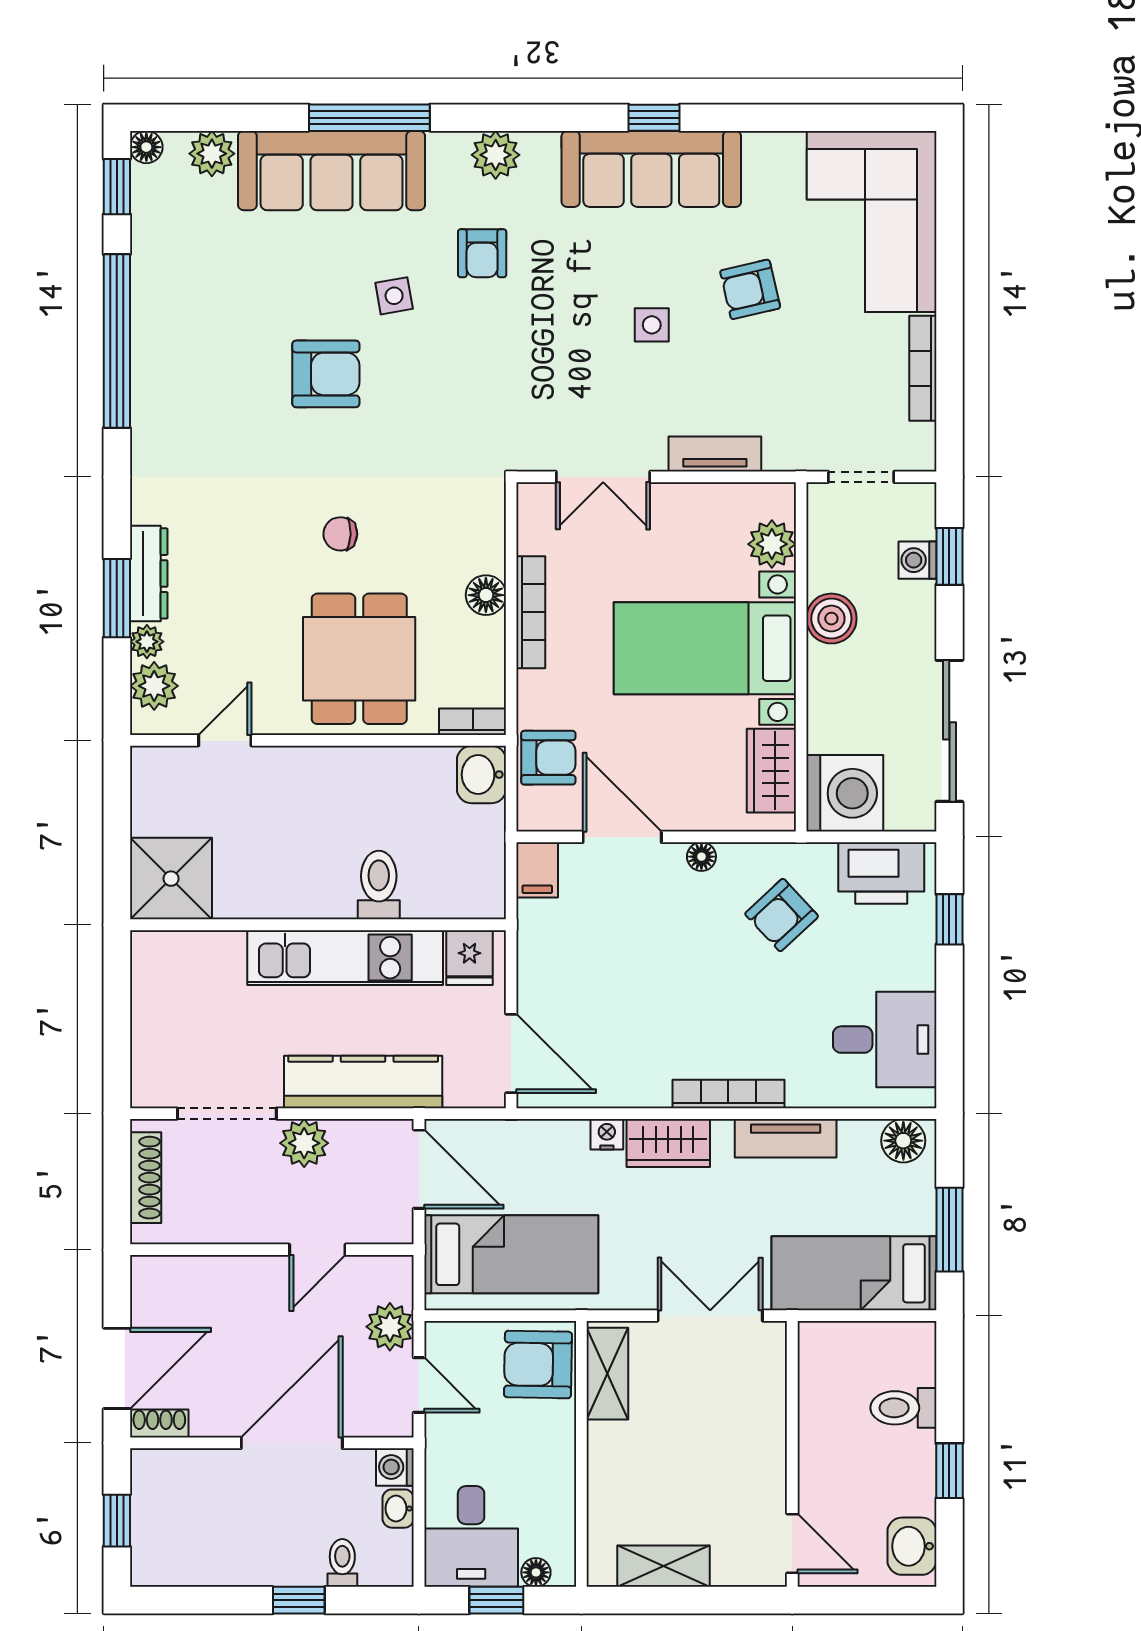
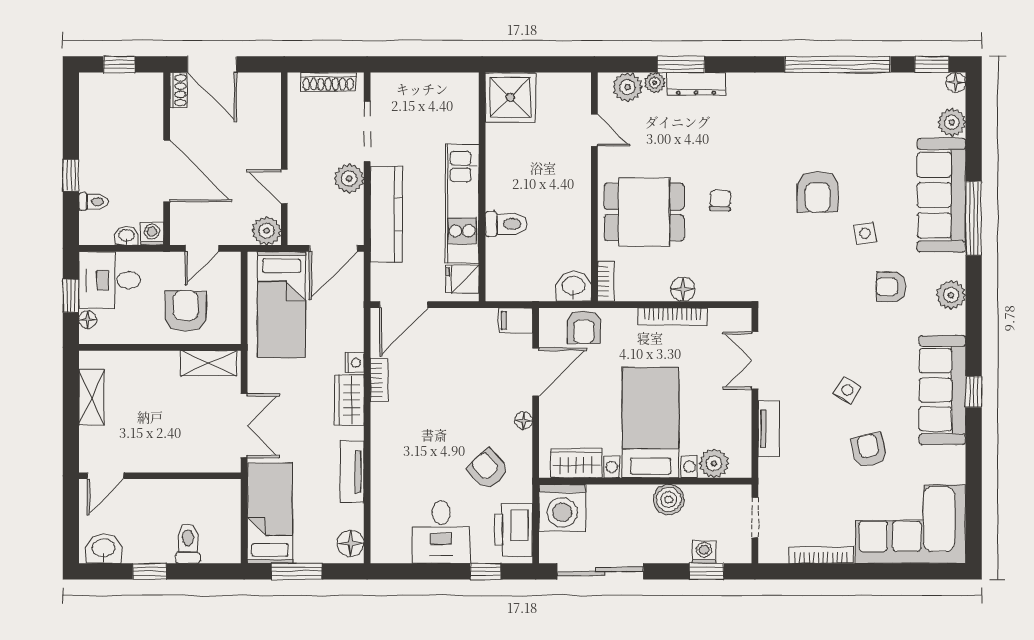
side table: (652, 325) -> (847, 390), turned 32
desk: (885, 1040) -> (441, 532), moved
bookcase: (728, 1094) -> (379, 380), moved, width x0.64
plant: (390, 1327) -> (267, 231), moved
armchair: (538, 1364) -> (185, 311), moved

